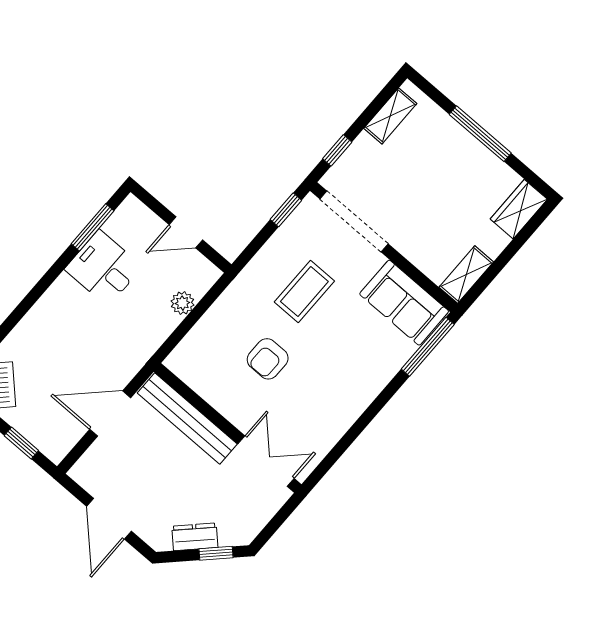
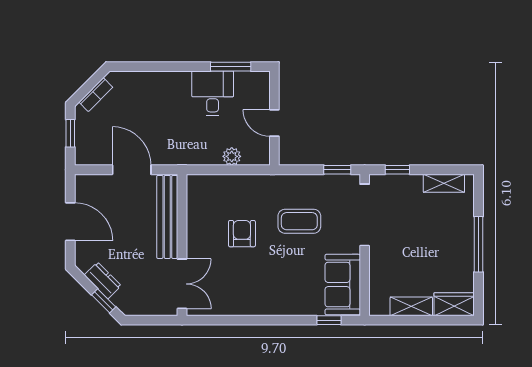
shelving: (466, 275) -> (411, 306), moved
window: (428, 347) -> (329, 320), width x0.46
armchair: (268, 359) -> (242, 234), turned 90
door: (109, 519) -> (70, 222), swing flipped

